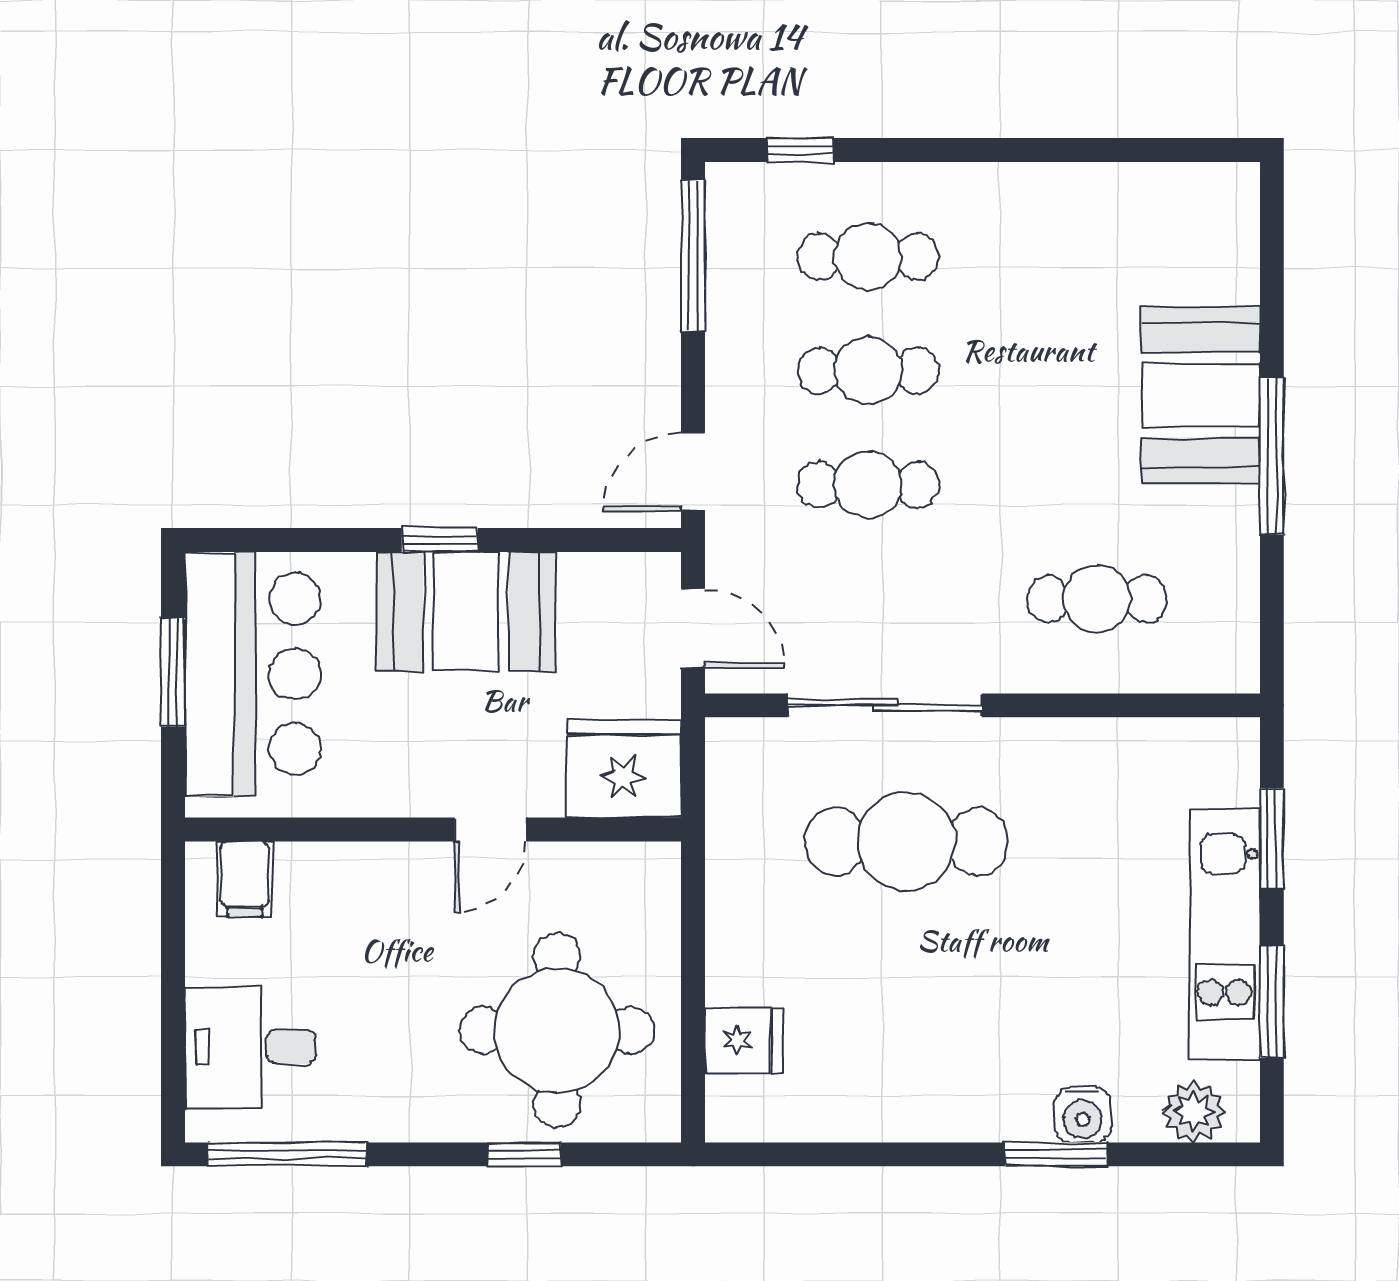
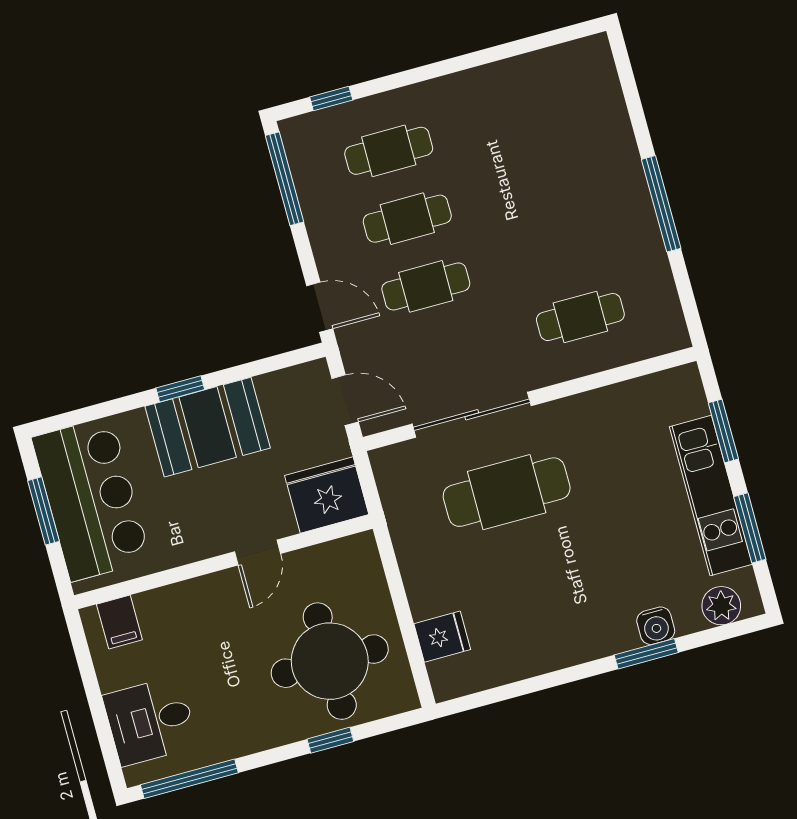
booth: (1201, 395) -> (609, 179), removed
door: (693, 472) -> (320, 307), swing flipped

